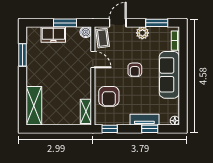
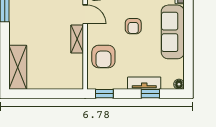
shelving: (86, 111) -> (77, 39), moved

